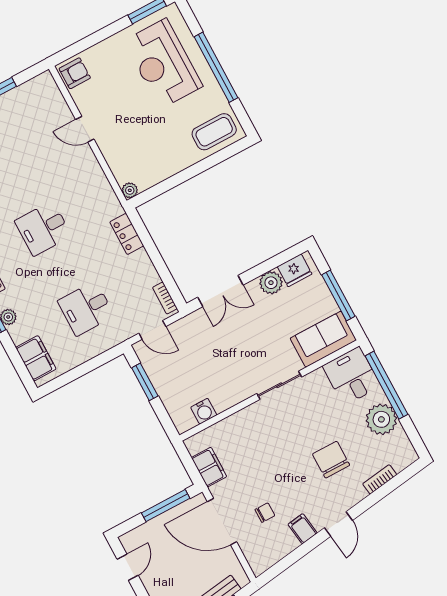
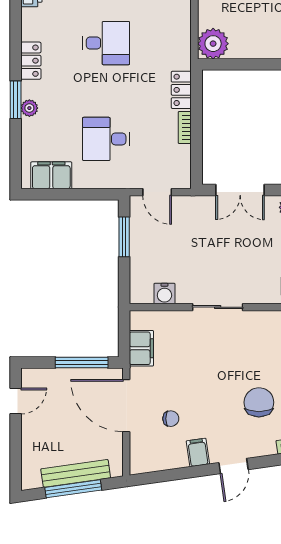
plant: (130, 190) -> (213, 44), width x1.88, depth x1.88
desk: (43, 228) -> (106, 43), turned 180
bookcase: (165, 298) -> (185, 128), moved
filing cabinet: (36, 358) -> (51, 175), moved, turned -90
sliding door: (279, 385) -> (218, 307), moved

